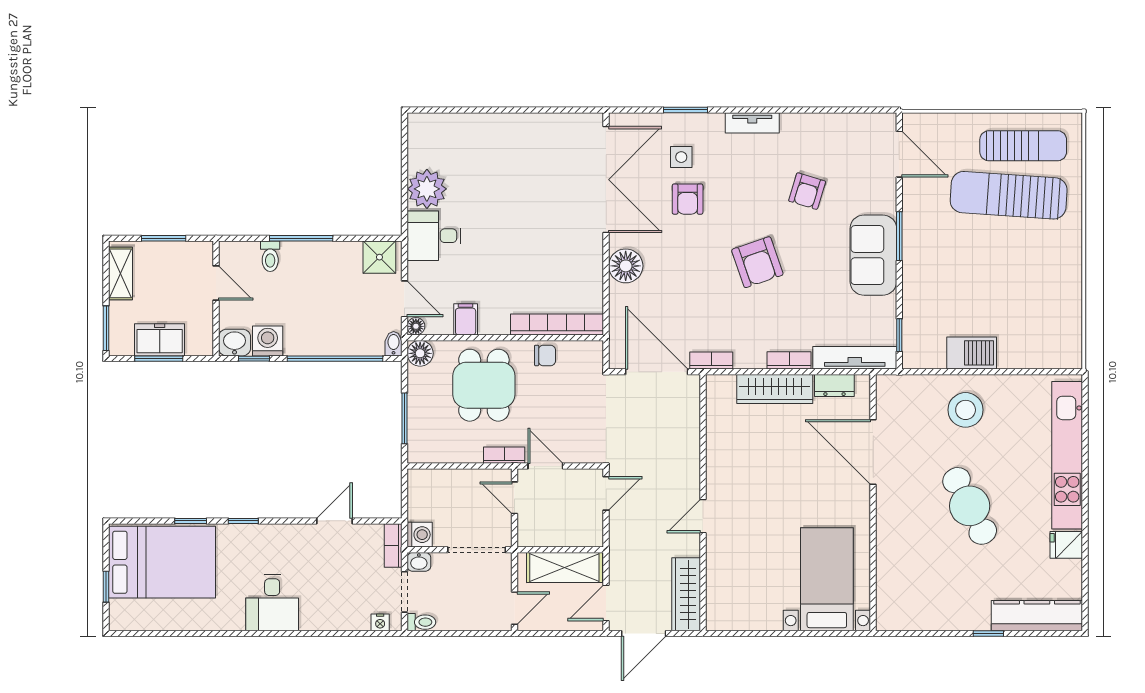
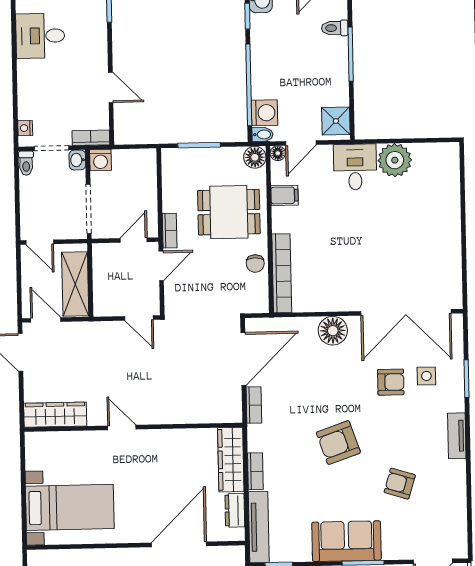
armchair: (688, 199) -> (391, 382), turned 180
washing machine: (268, 341) -> (264, 113), moved
wall: (703, 503) -> (133, 427), moved
door: (703, 516) -> (122, 428), moved
wardrobe: (686, 594) -> (55, 415), moved

